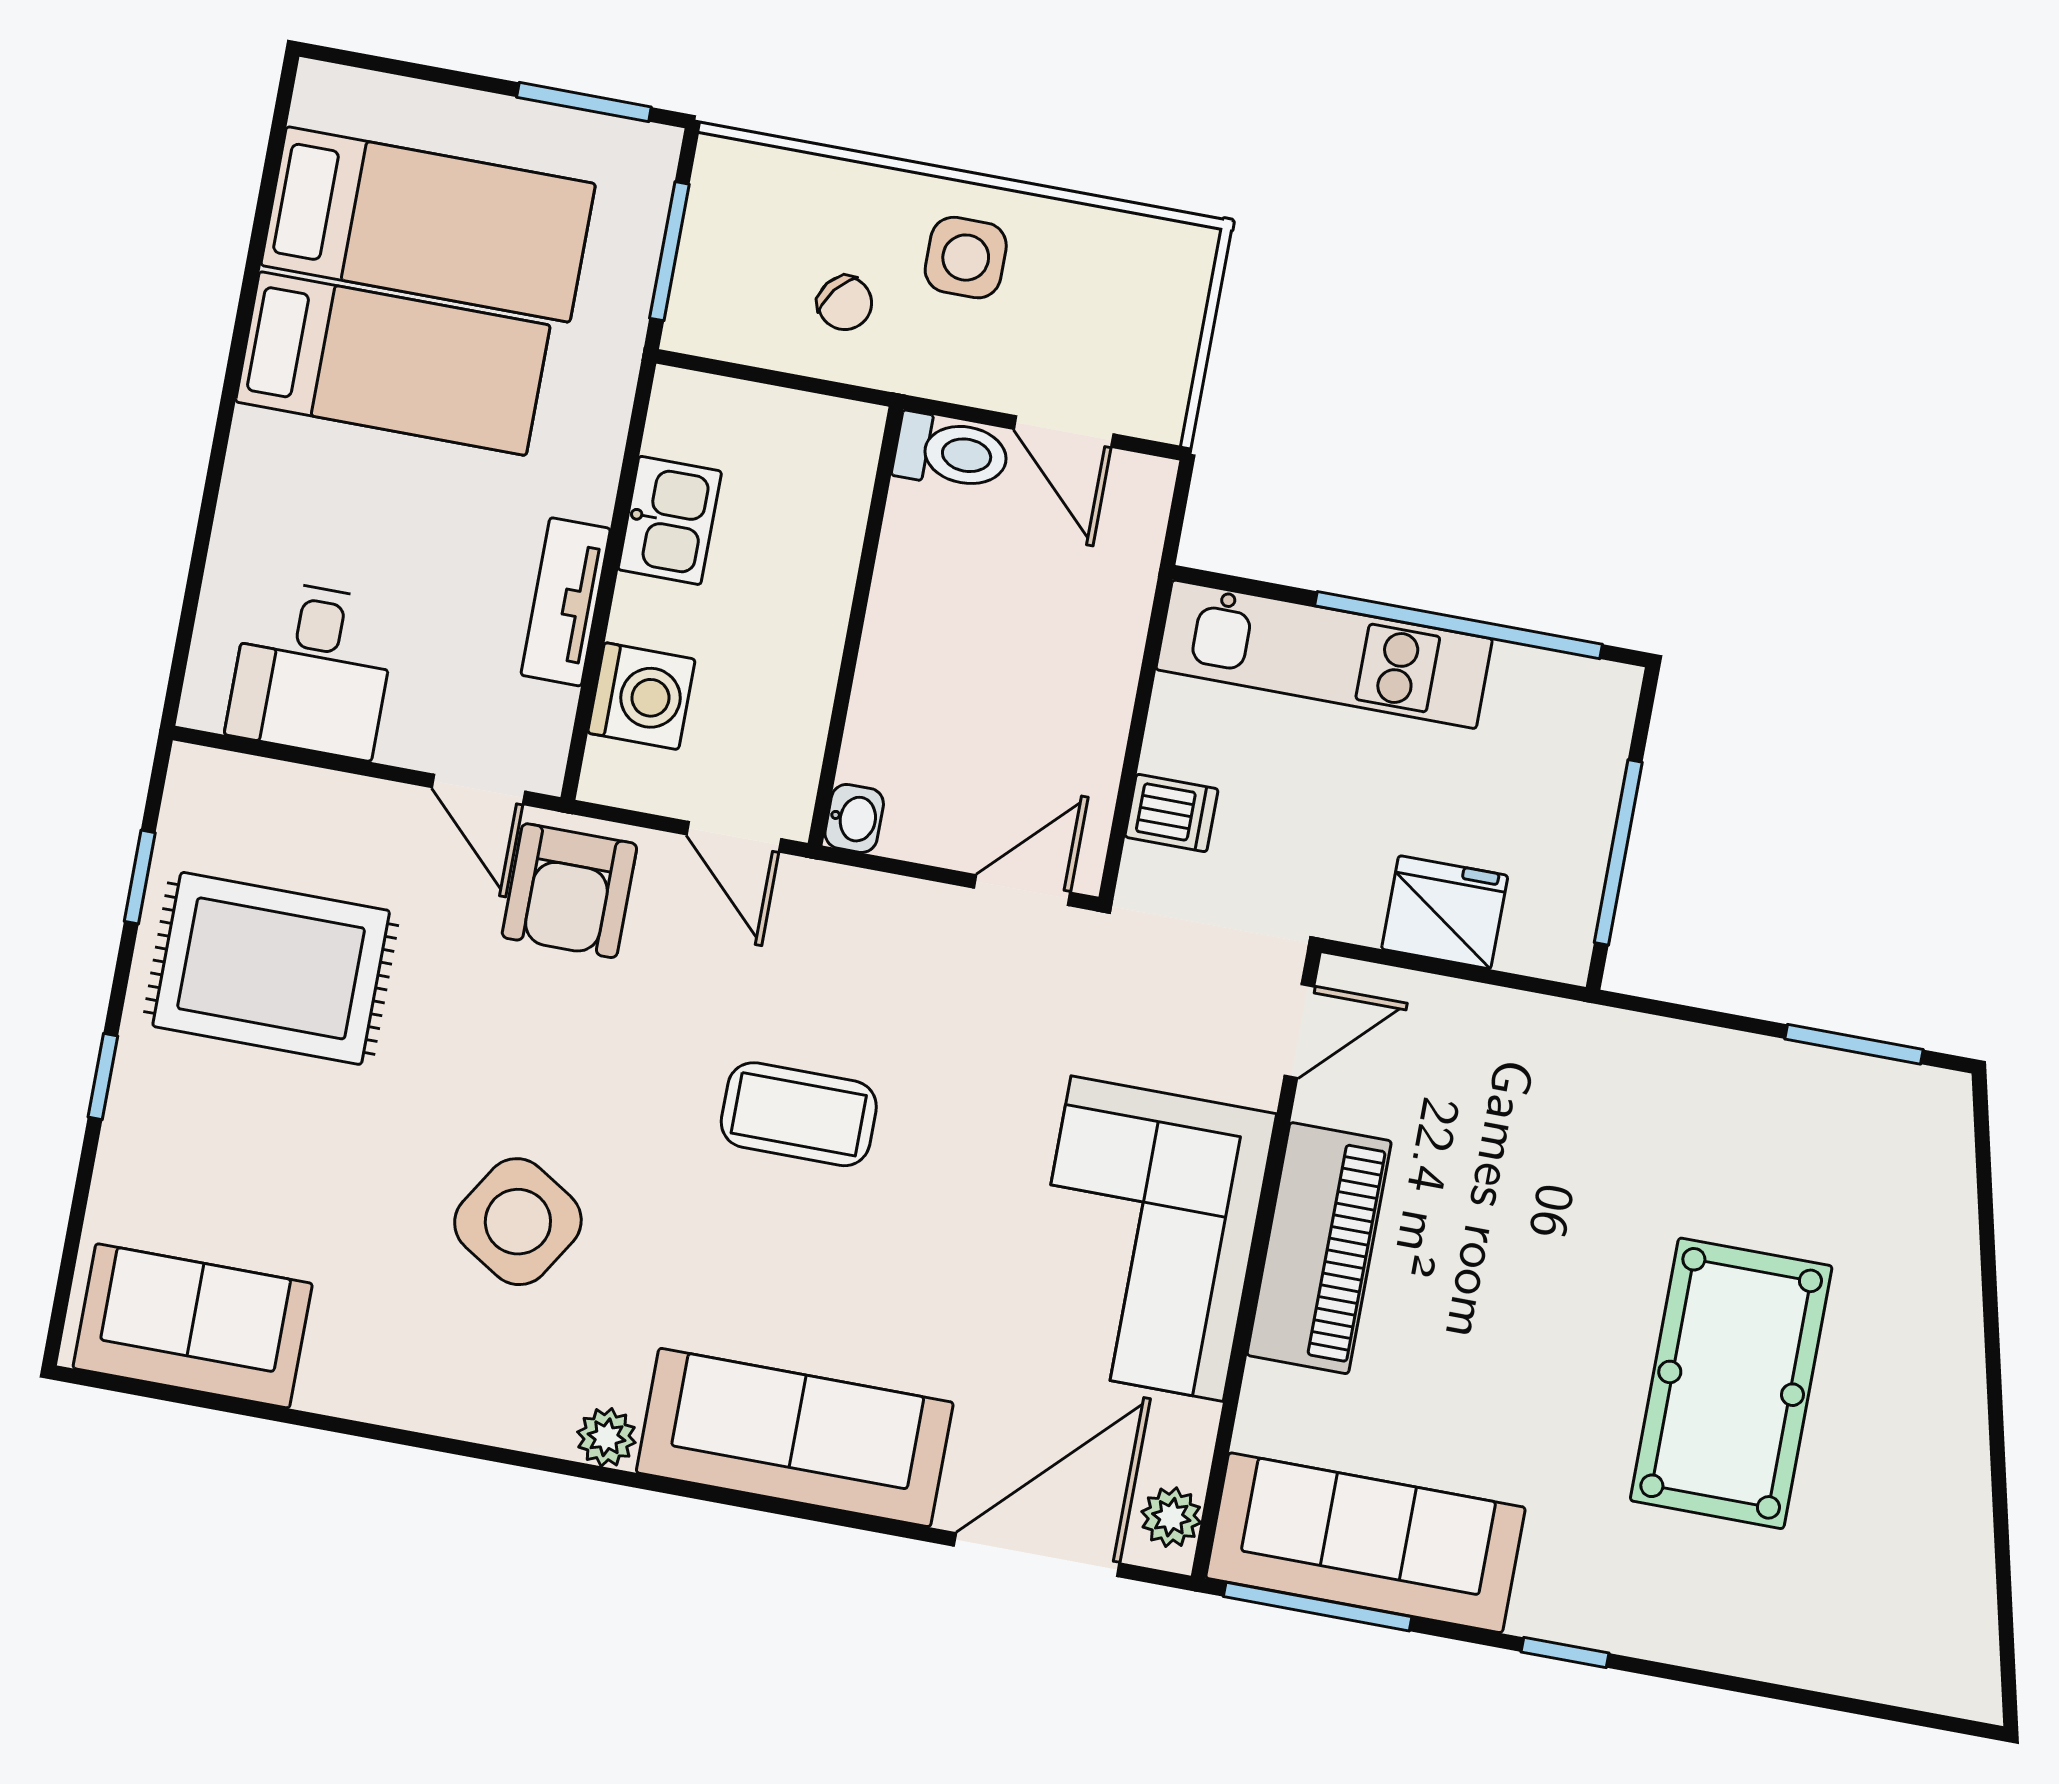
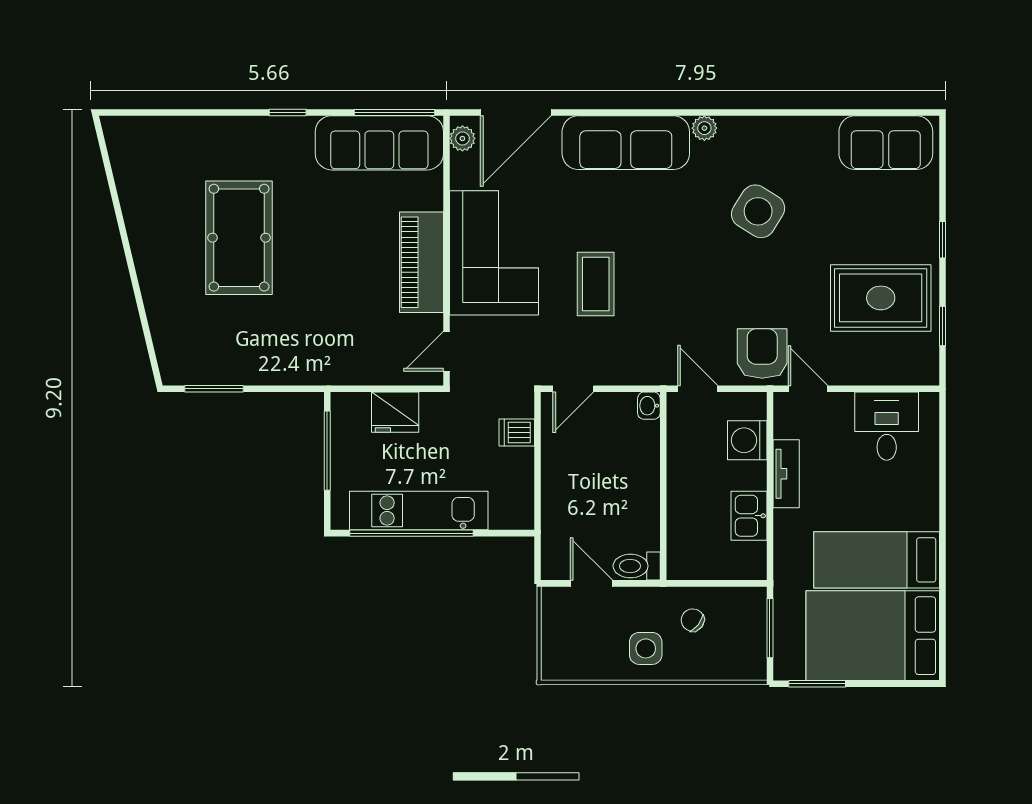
bed: (428, 224) -> (873, 636), width x1.50
kitchen unit: (1324, 654) -> (419, 511), moved
coffee table: (799, 1114) -> (596, 284), moved, turned 90

